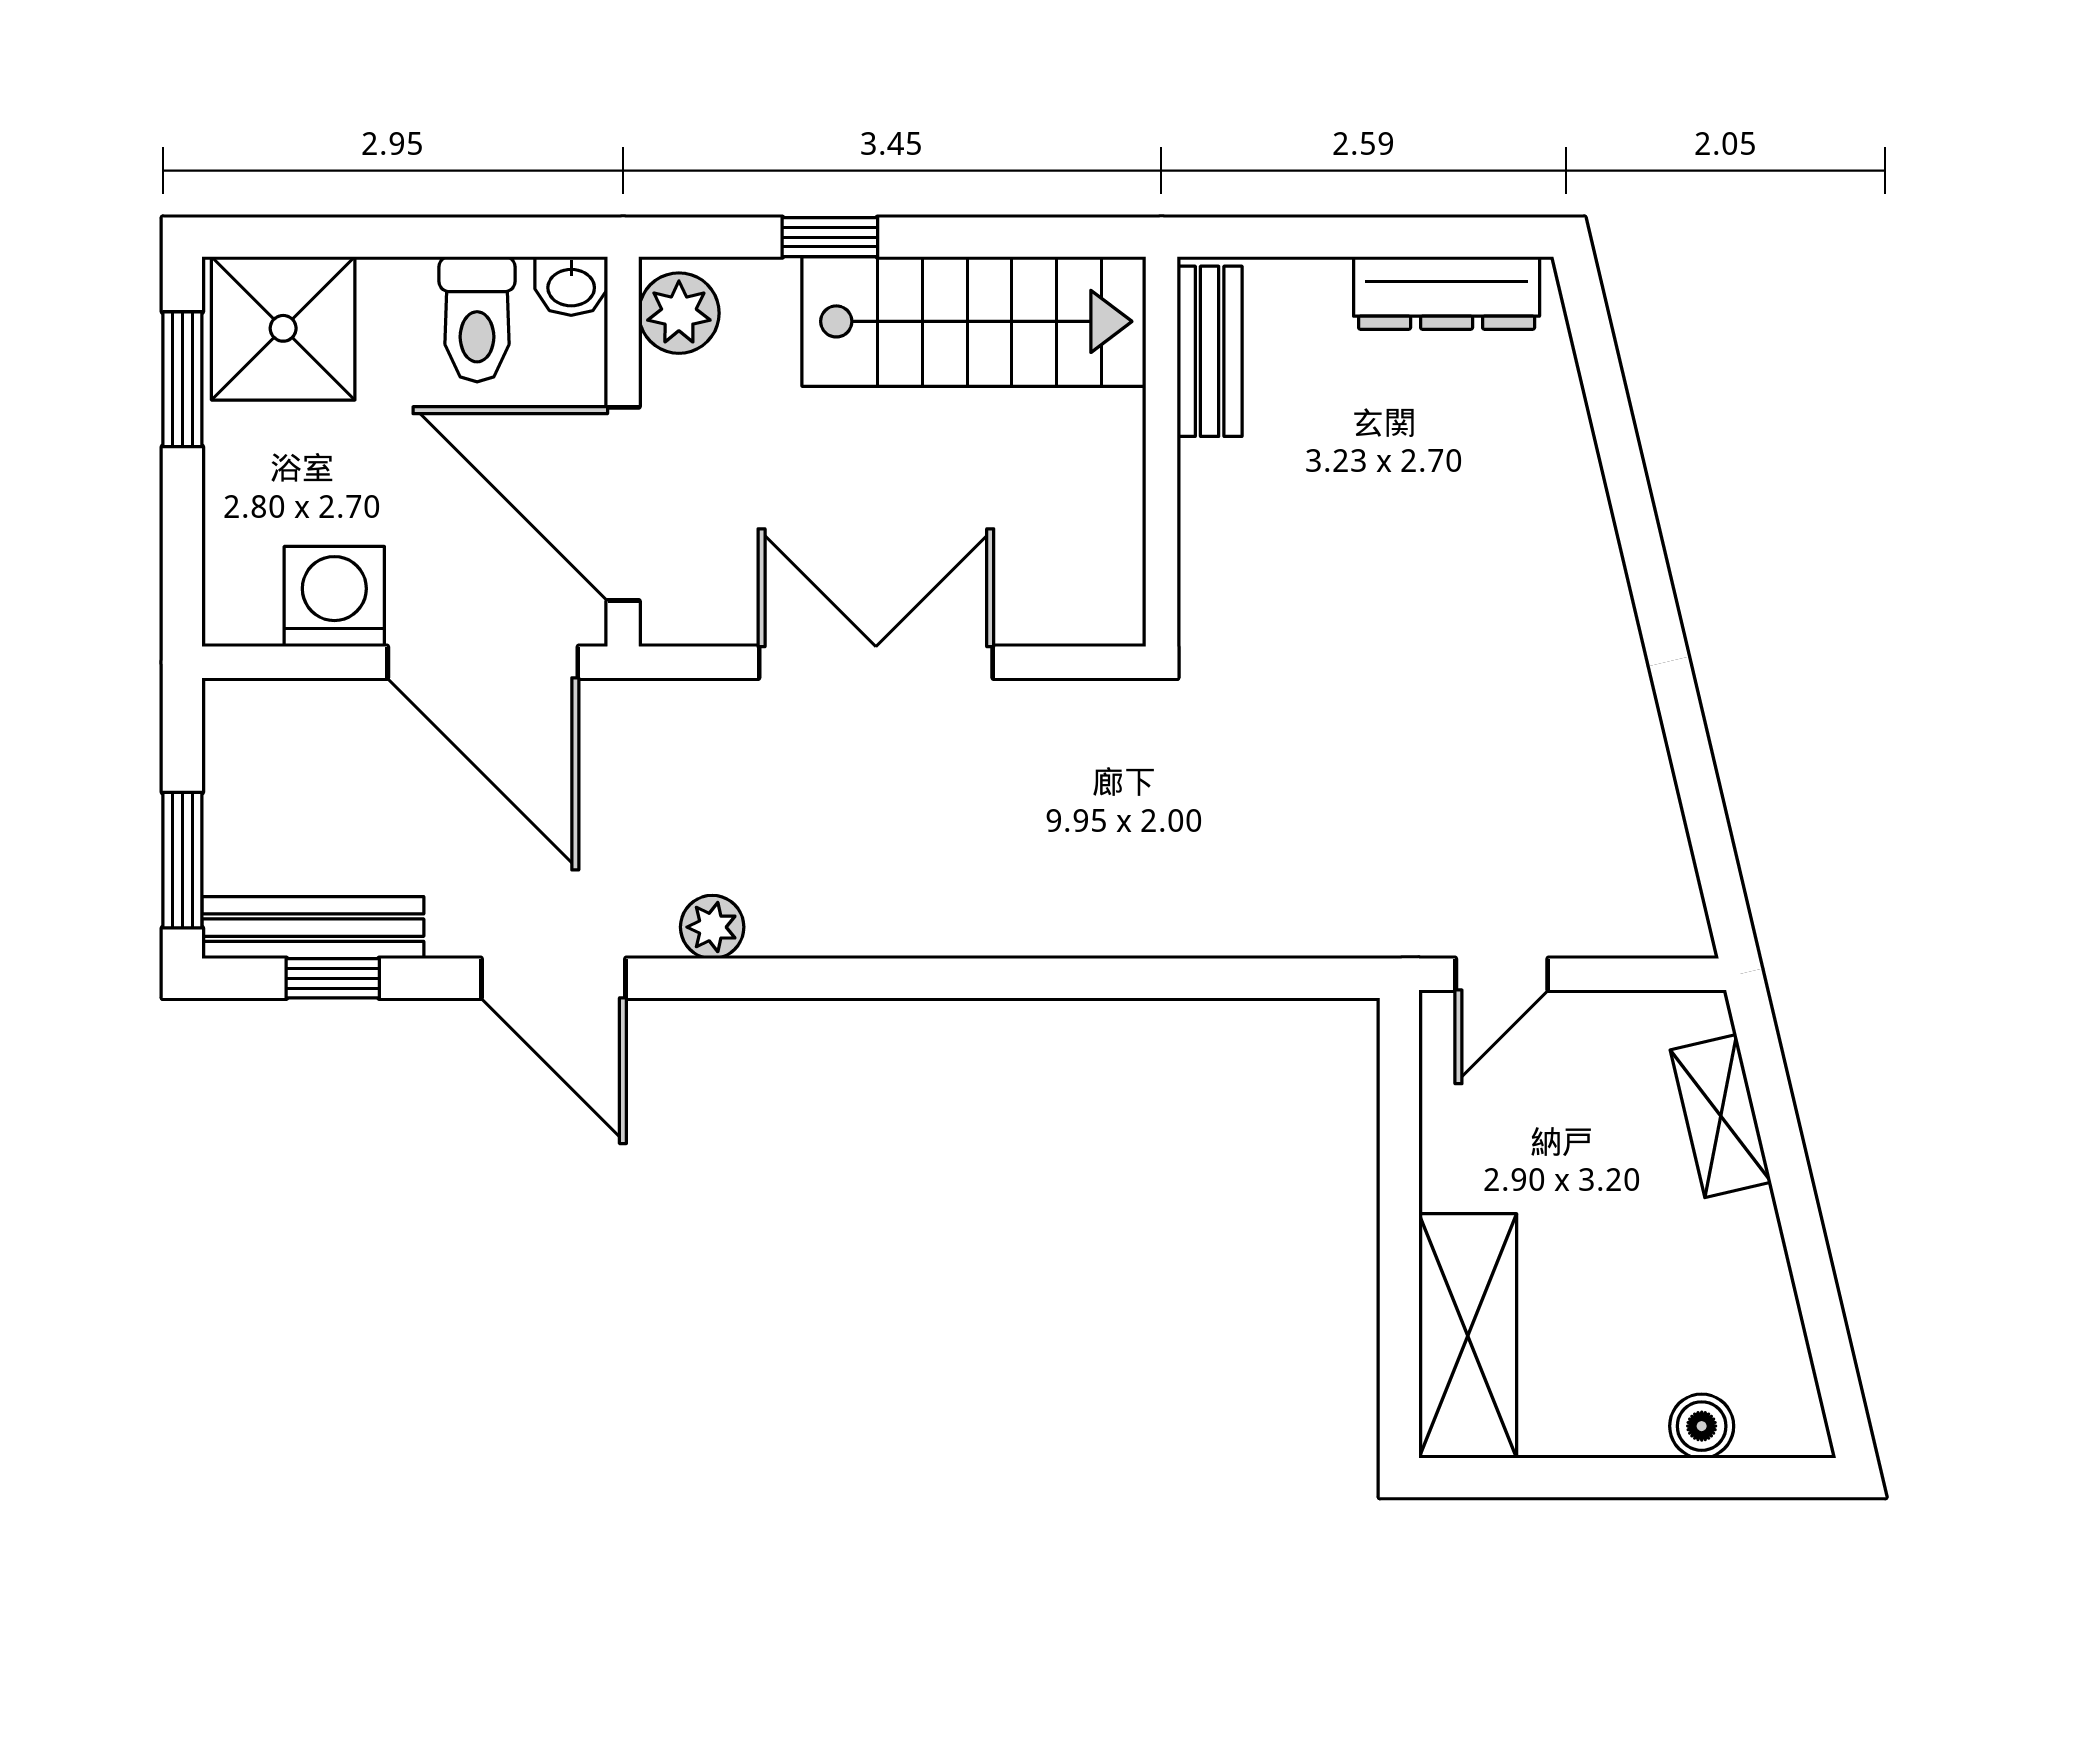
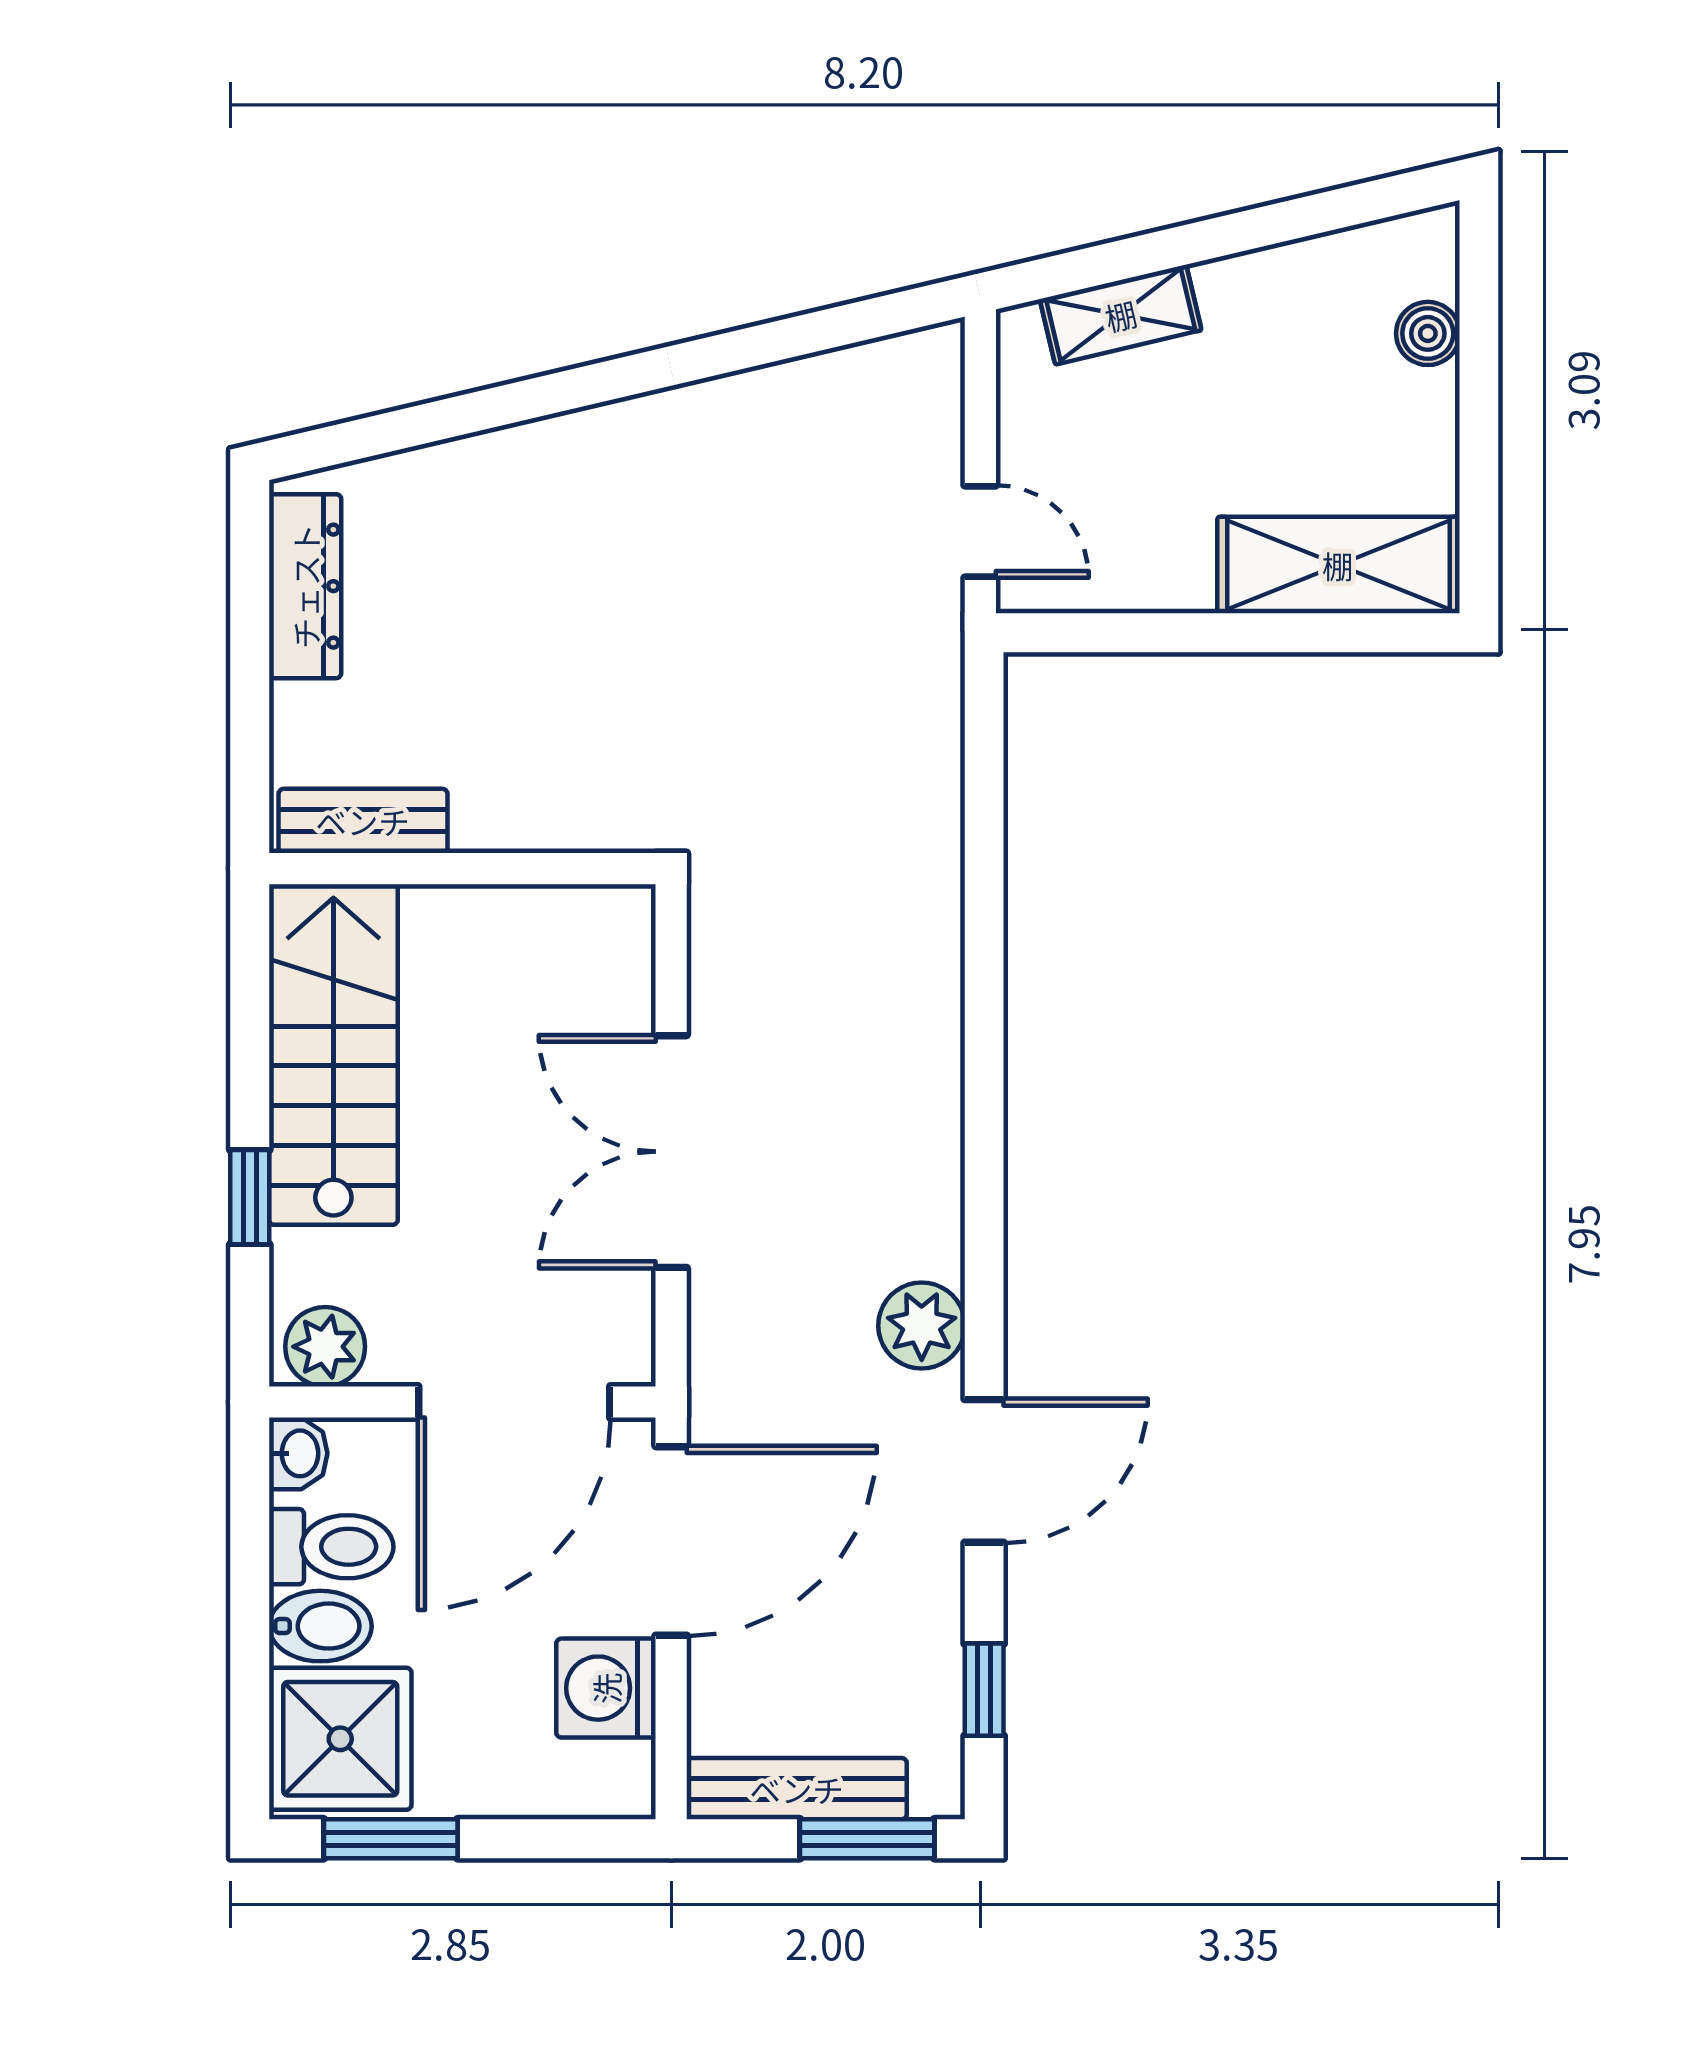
bidet: (397, 308) -> (320, 1626), added
plant: (712, 927) -> (922, 1326), width x1.38, depth x1.38
bench: (313, 928) -> (797, 1789), moved, turned 90

